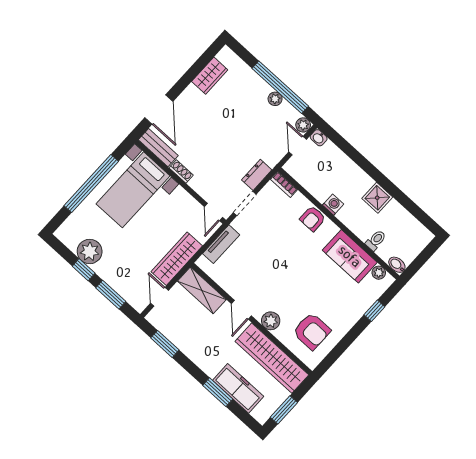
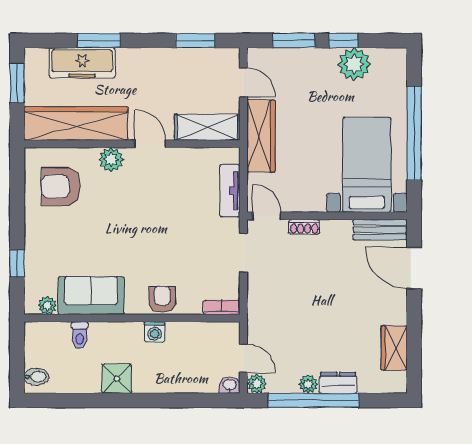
shoe rack: (181, 171) -> (304, 227), moved
dresser: (257, 175) -> (338, 383), moved, turned -90
bidet: (397, 265) -> (36, 377), moved

